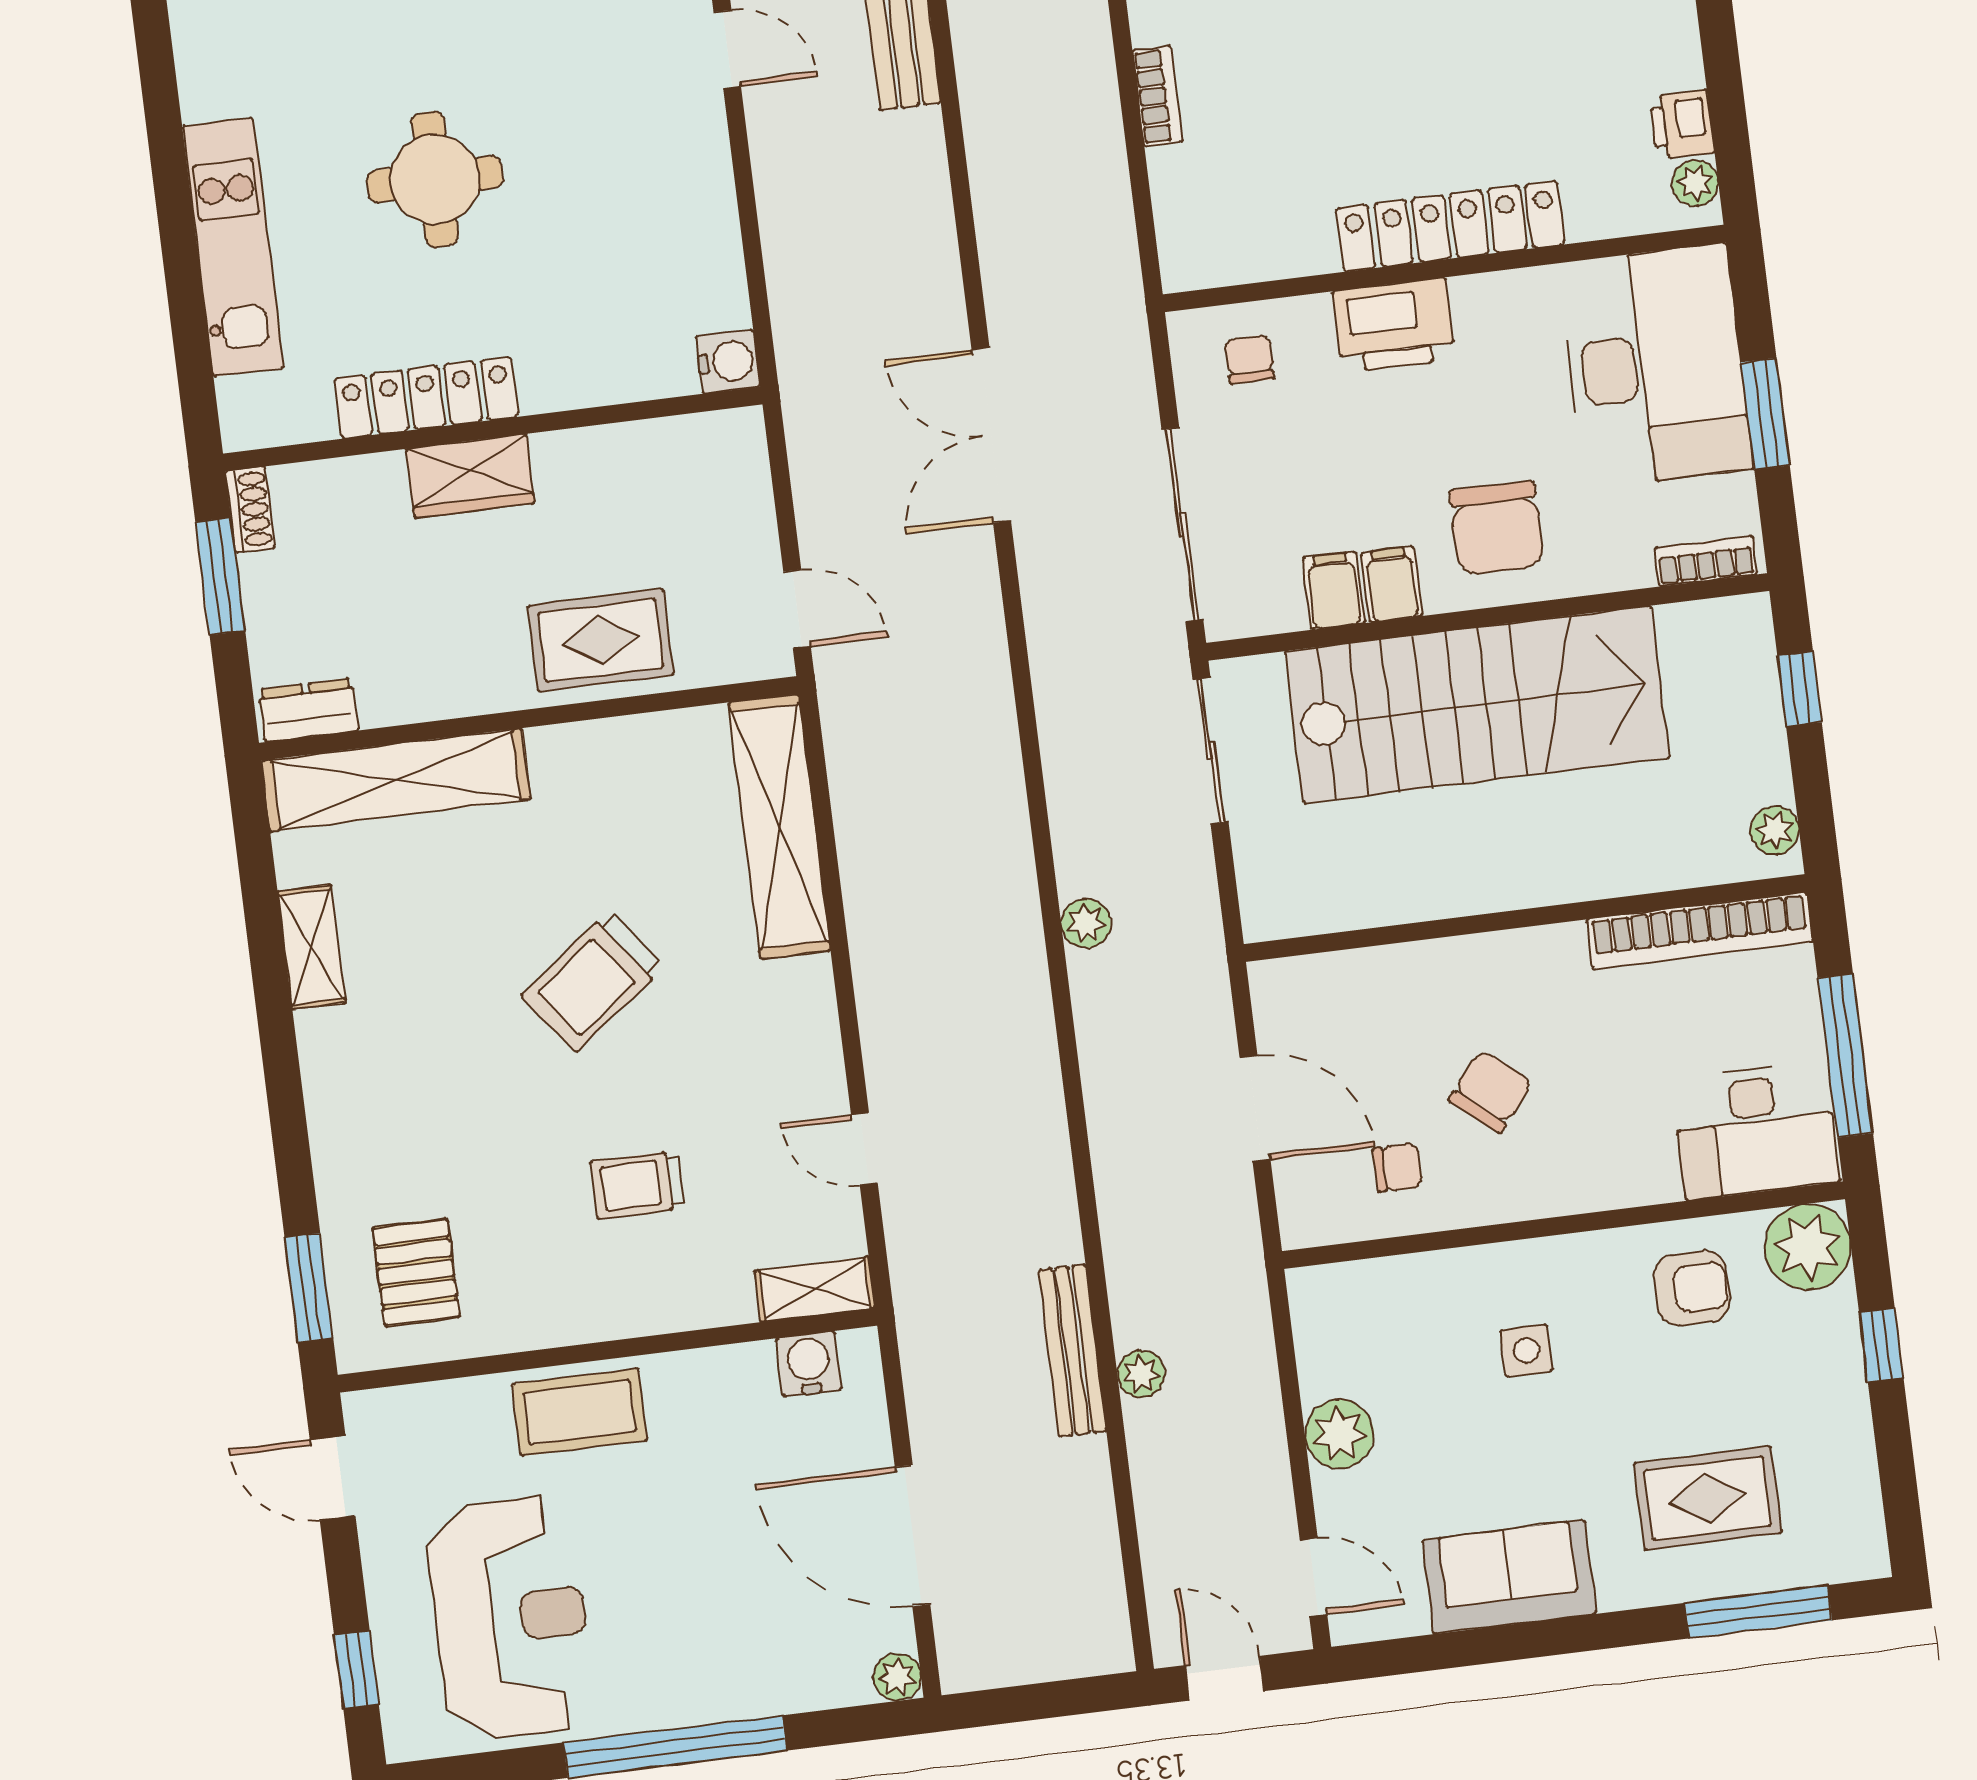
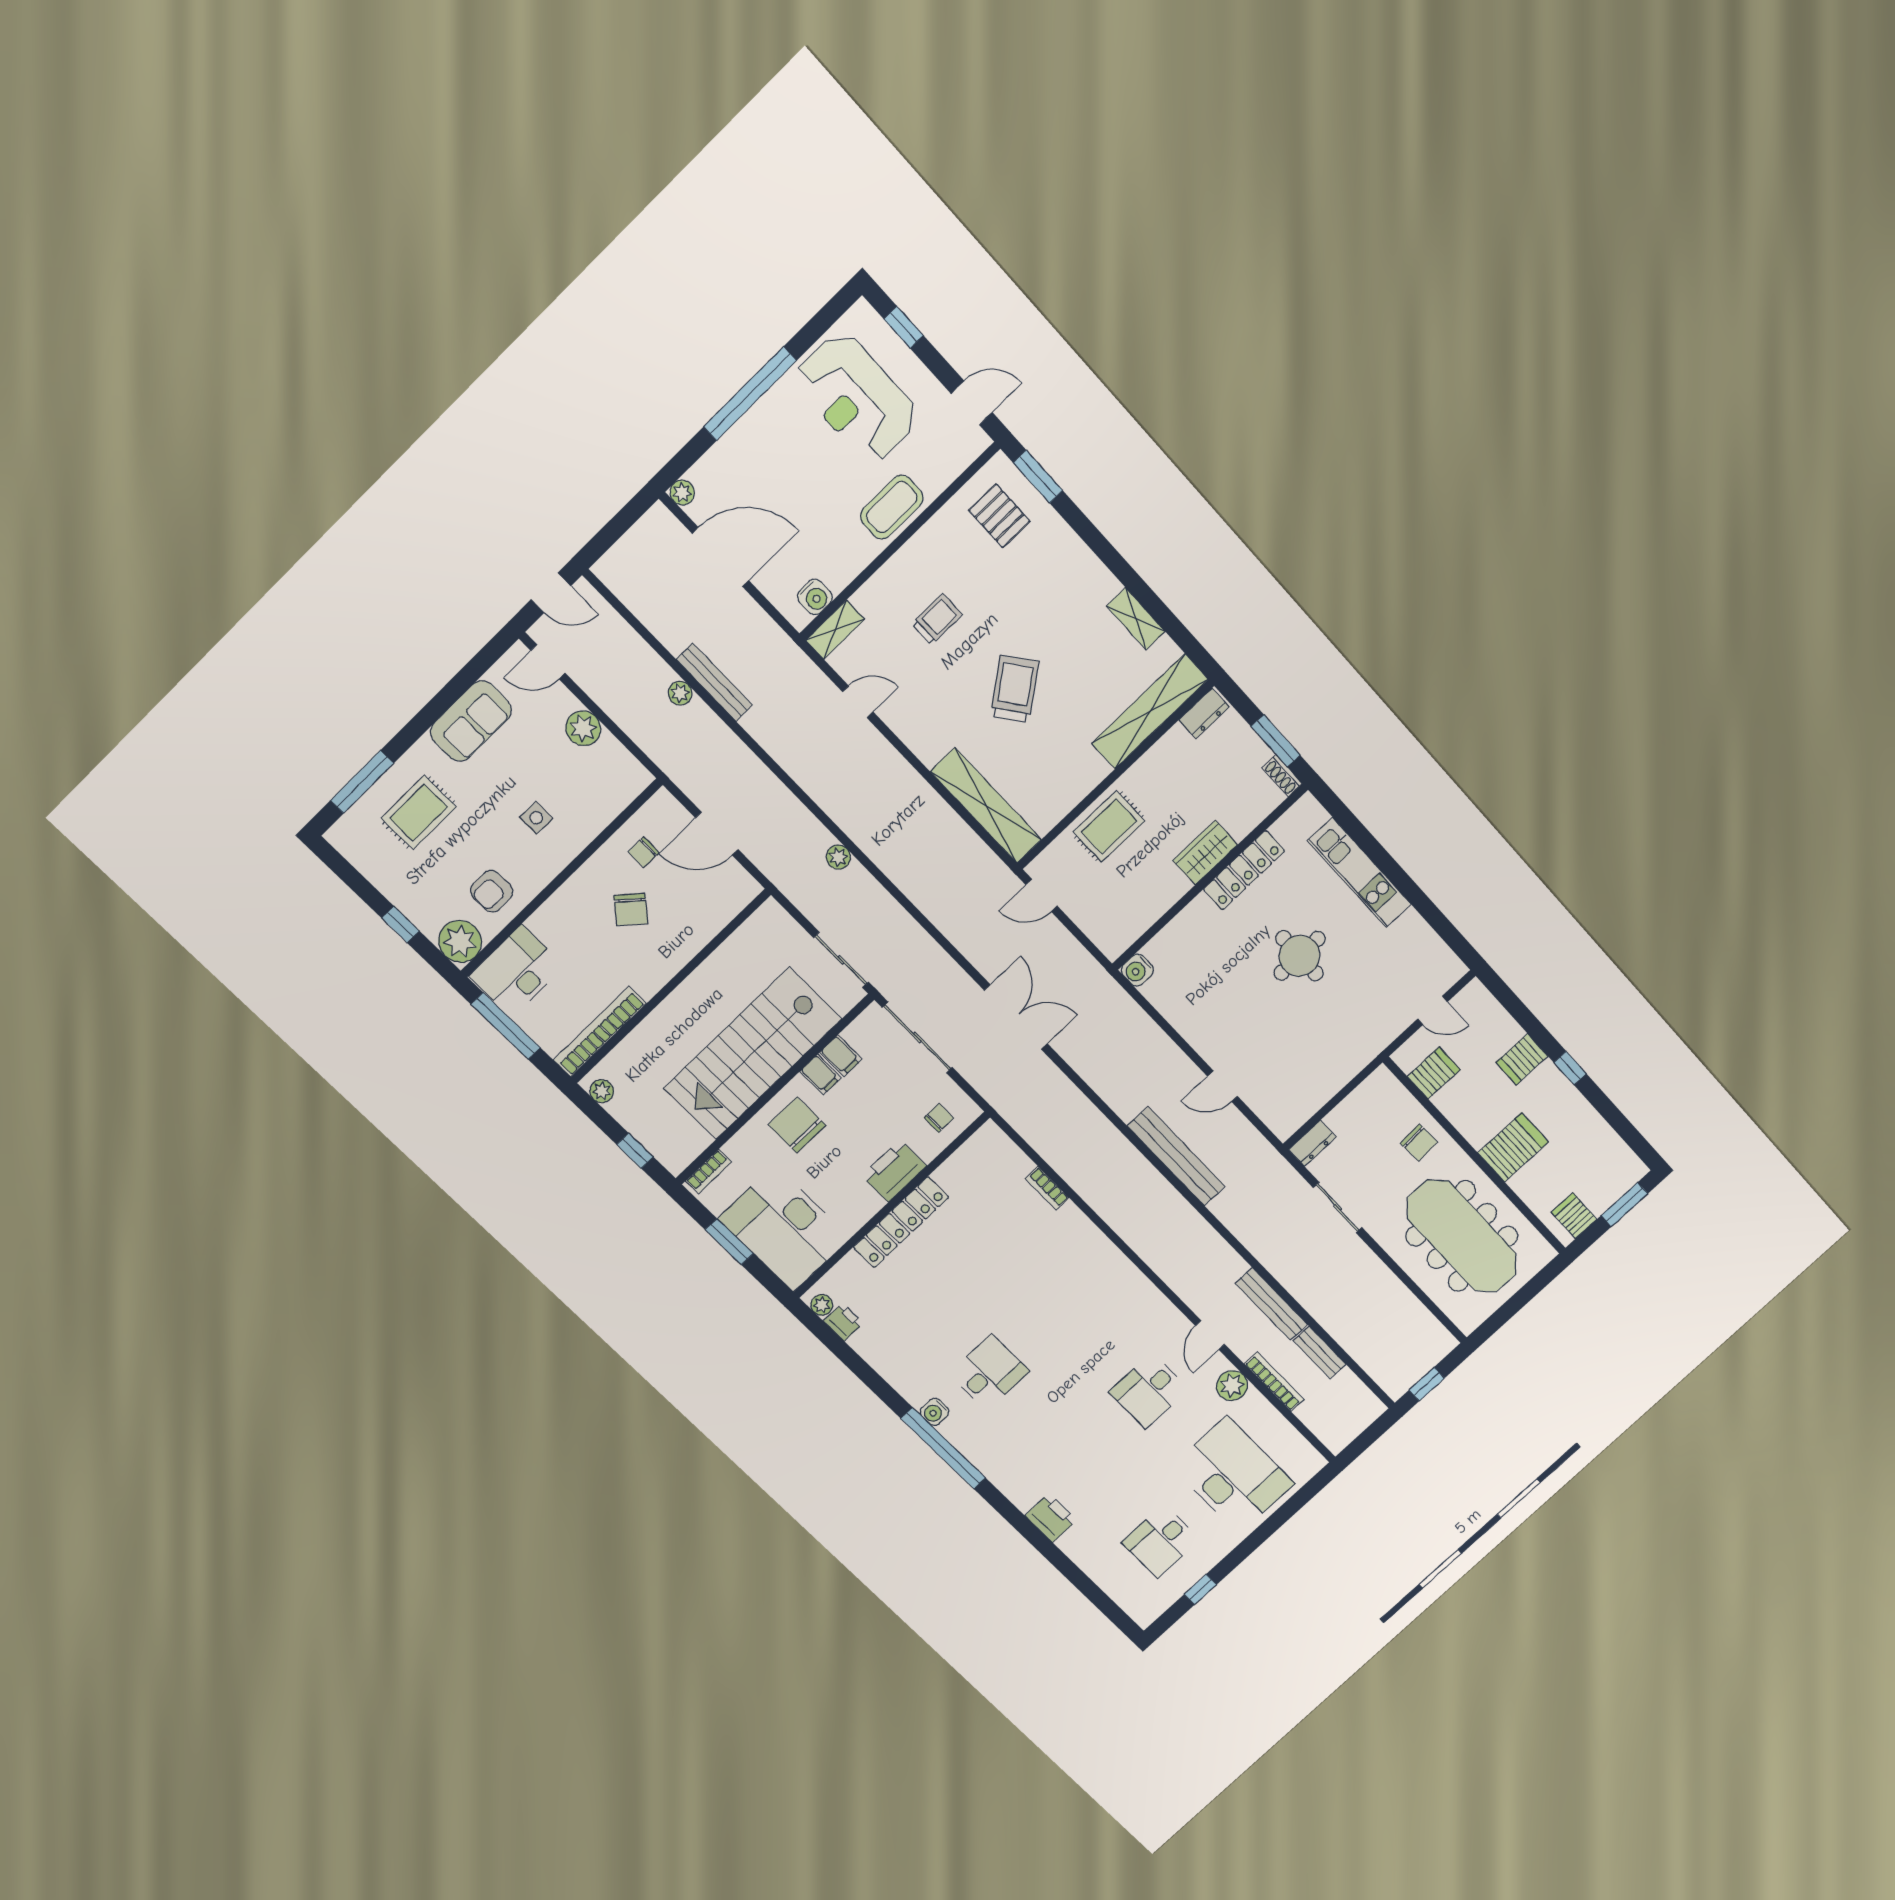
chair: (1250, 359) -> (939, 1118), turned -90

